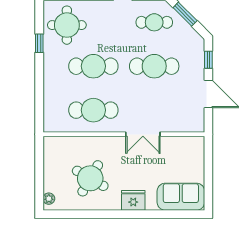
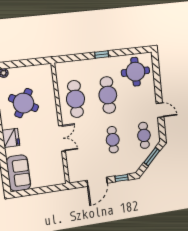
window: (39, 43) -> (102, 55), moved
cafe table: (154, 66) -> (113, 140), width x0.73, depth x0.74
double door: (143, 134) -> (62, 138), swing flipped

